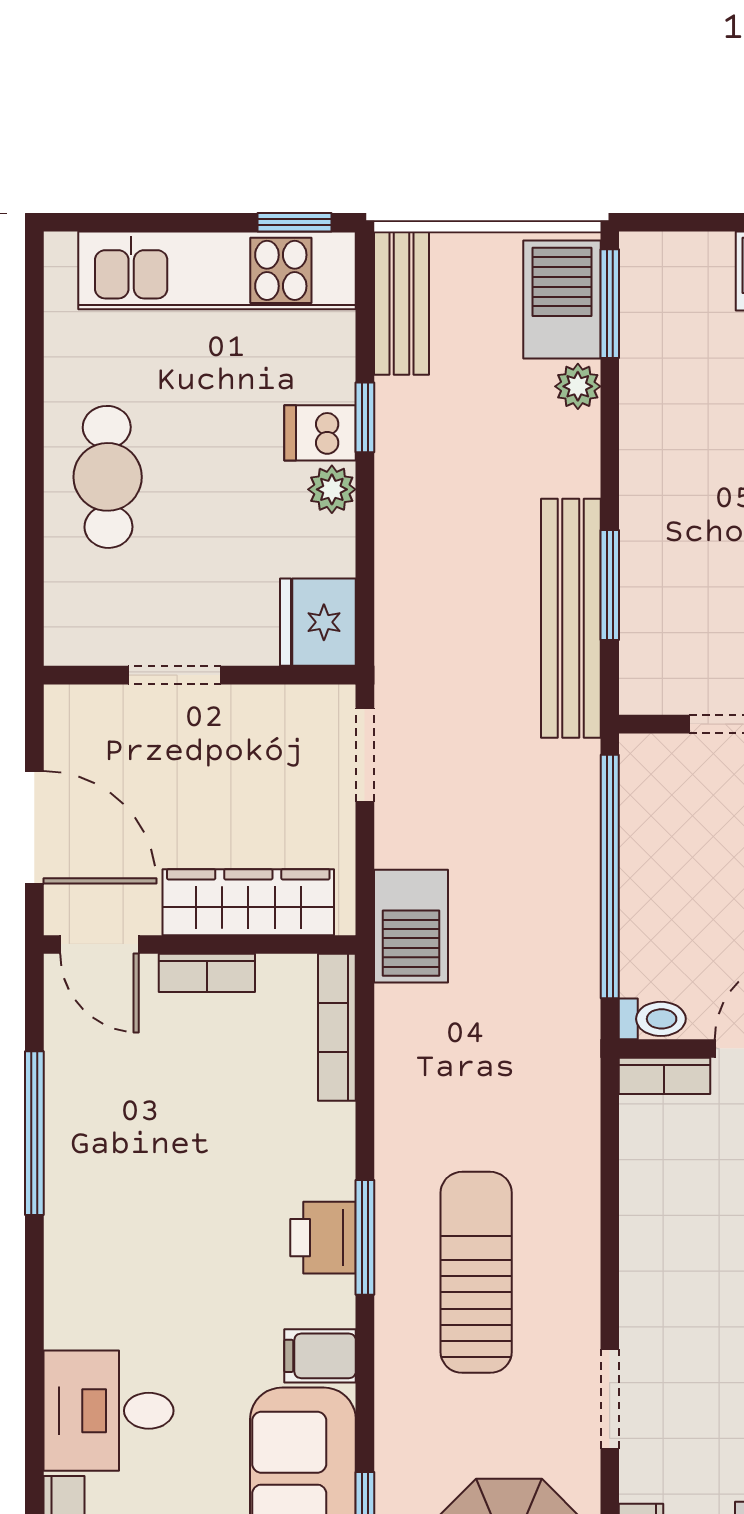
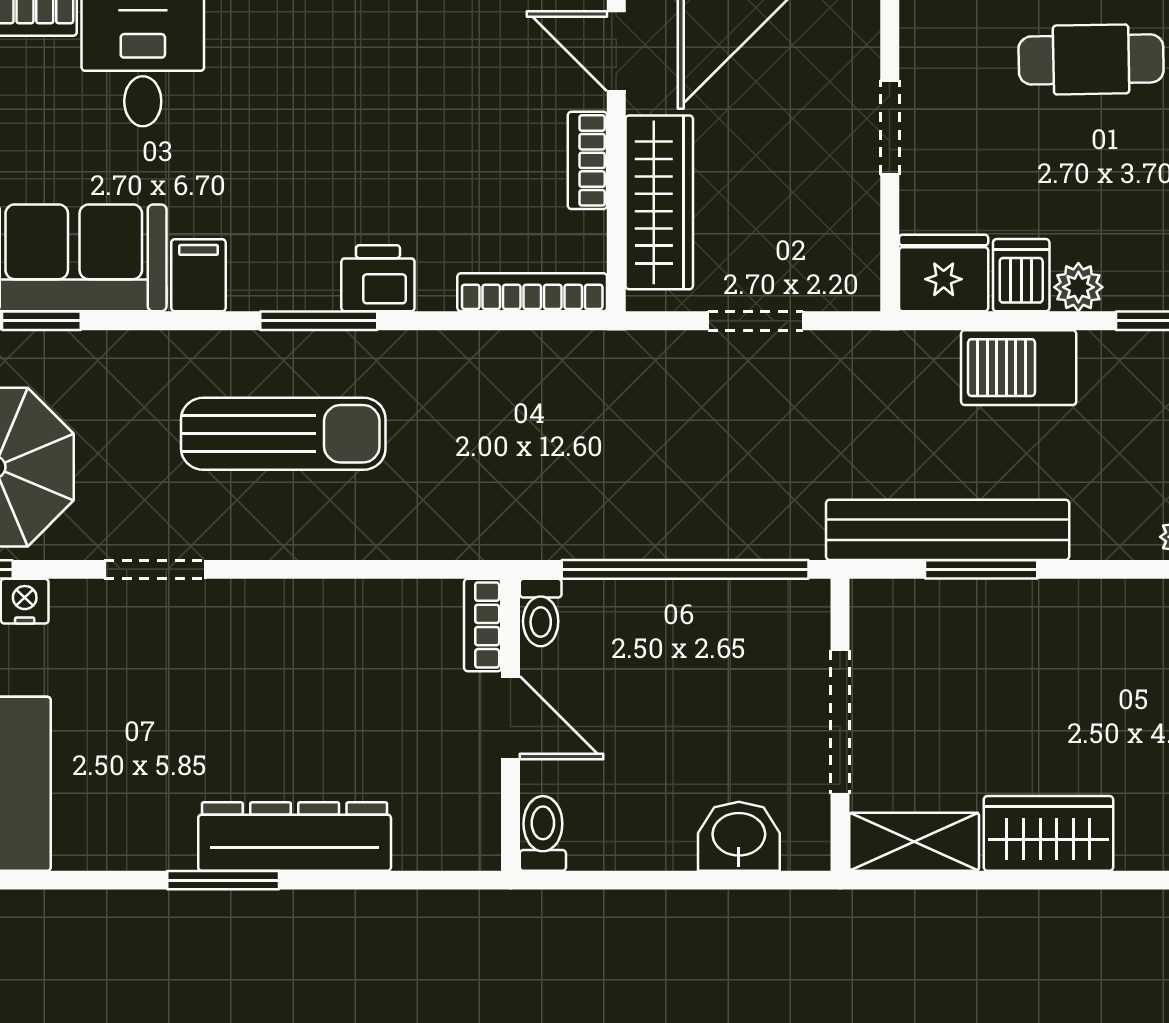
dishwasher: (320, 433) -> (1021, 275), moved
doorway: (365, 755) -> (755, 321), moved
barbecue: (411, 926) -> (1019, 368), moved
door: (99, 944) -> (616, 51), hinge flipped
printer: (323, 1238) -> (378, 278), moved

